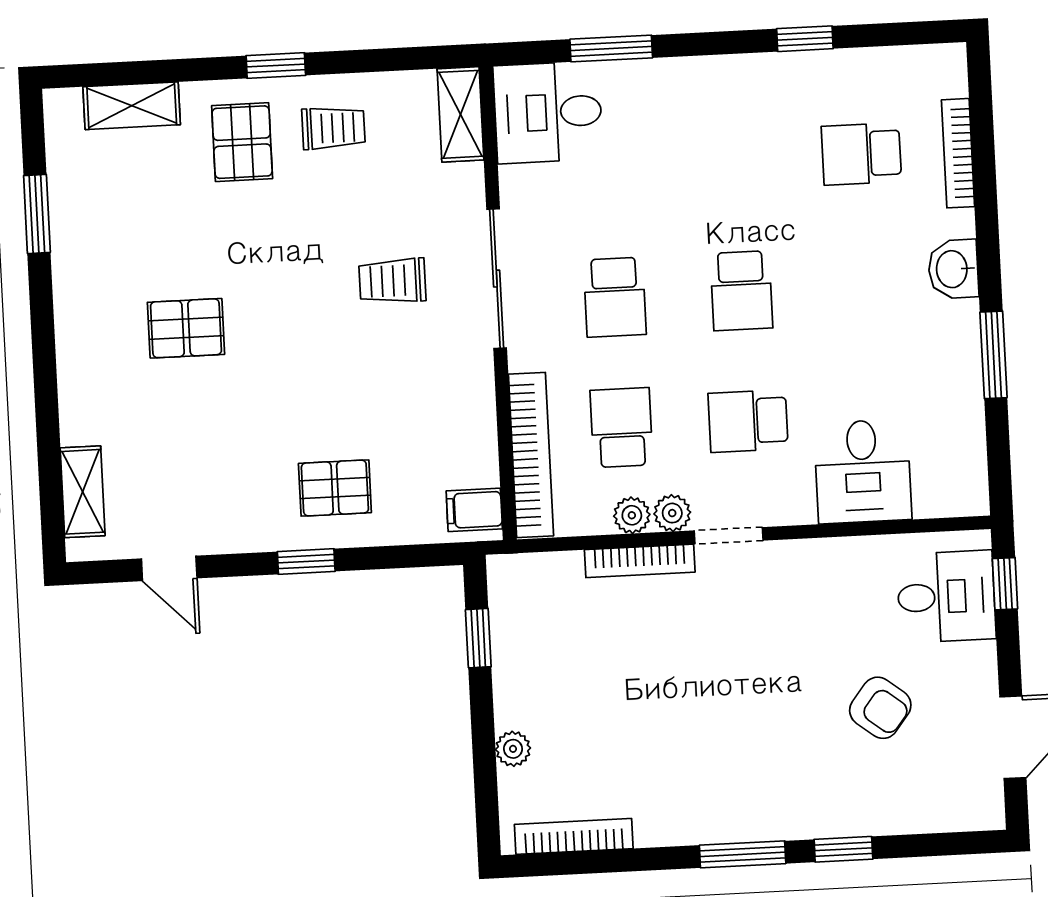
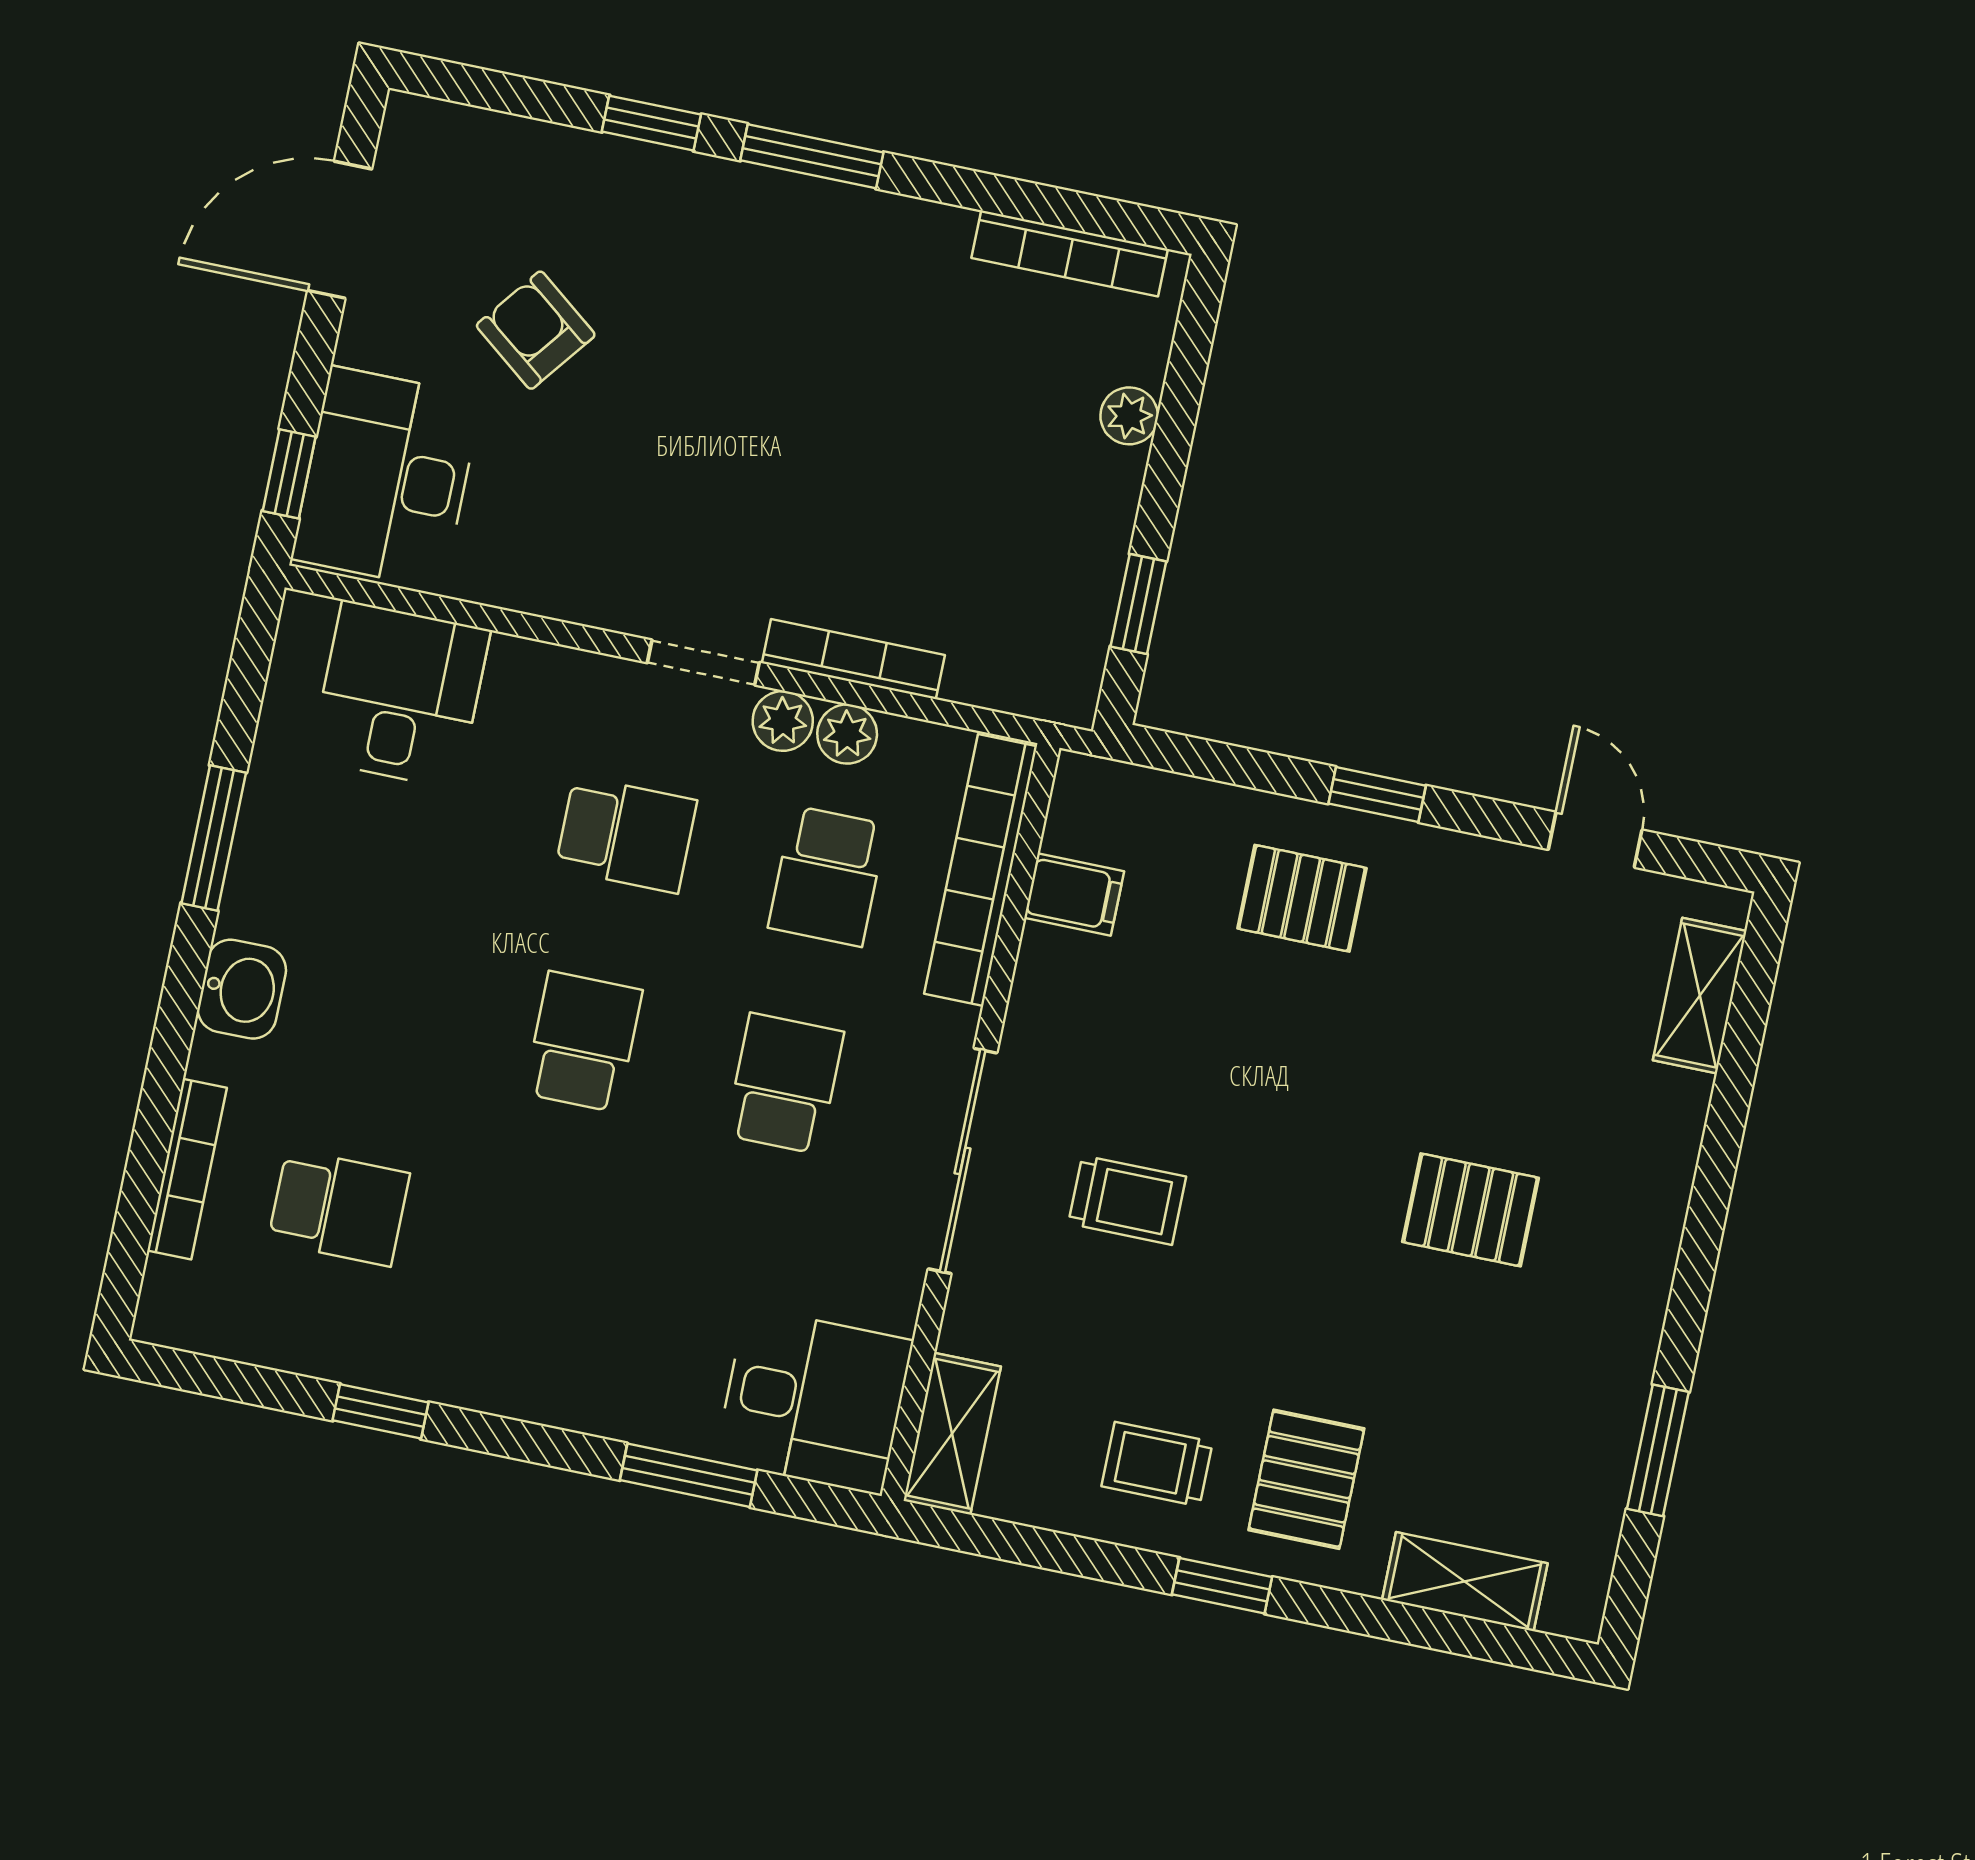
desk: (863, 471) -> (400, 695), moved
filing cabinet: (474, 510) -> (1074, 894), moved
desk: (946, 597) -> (387, 478), width x1.37

